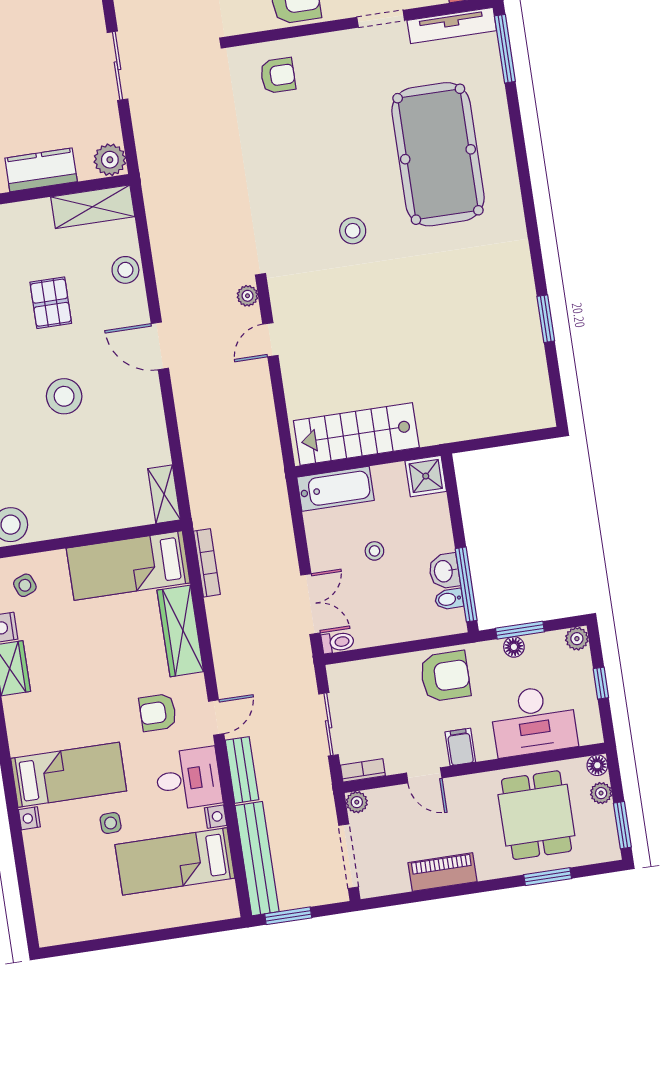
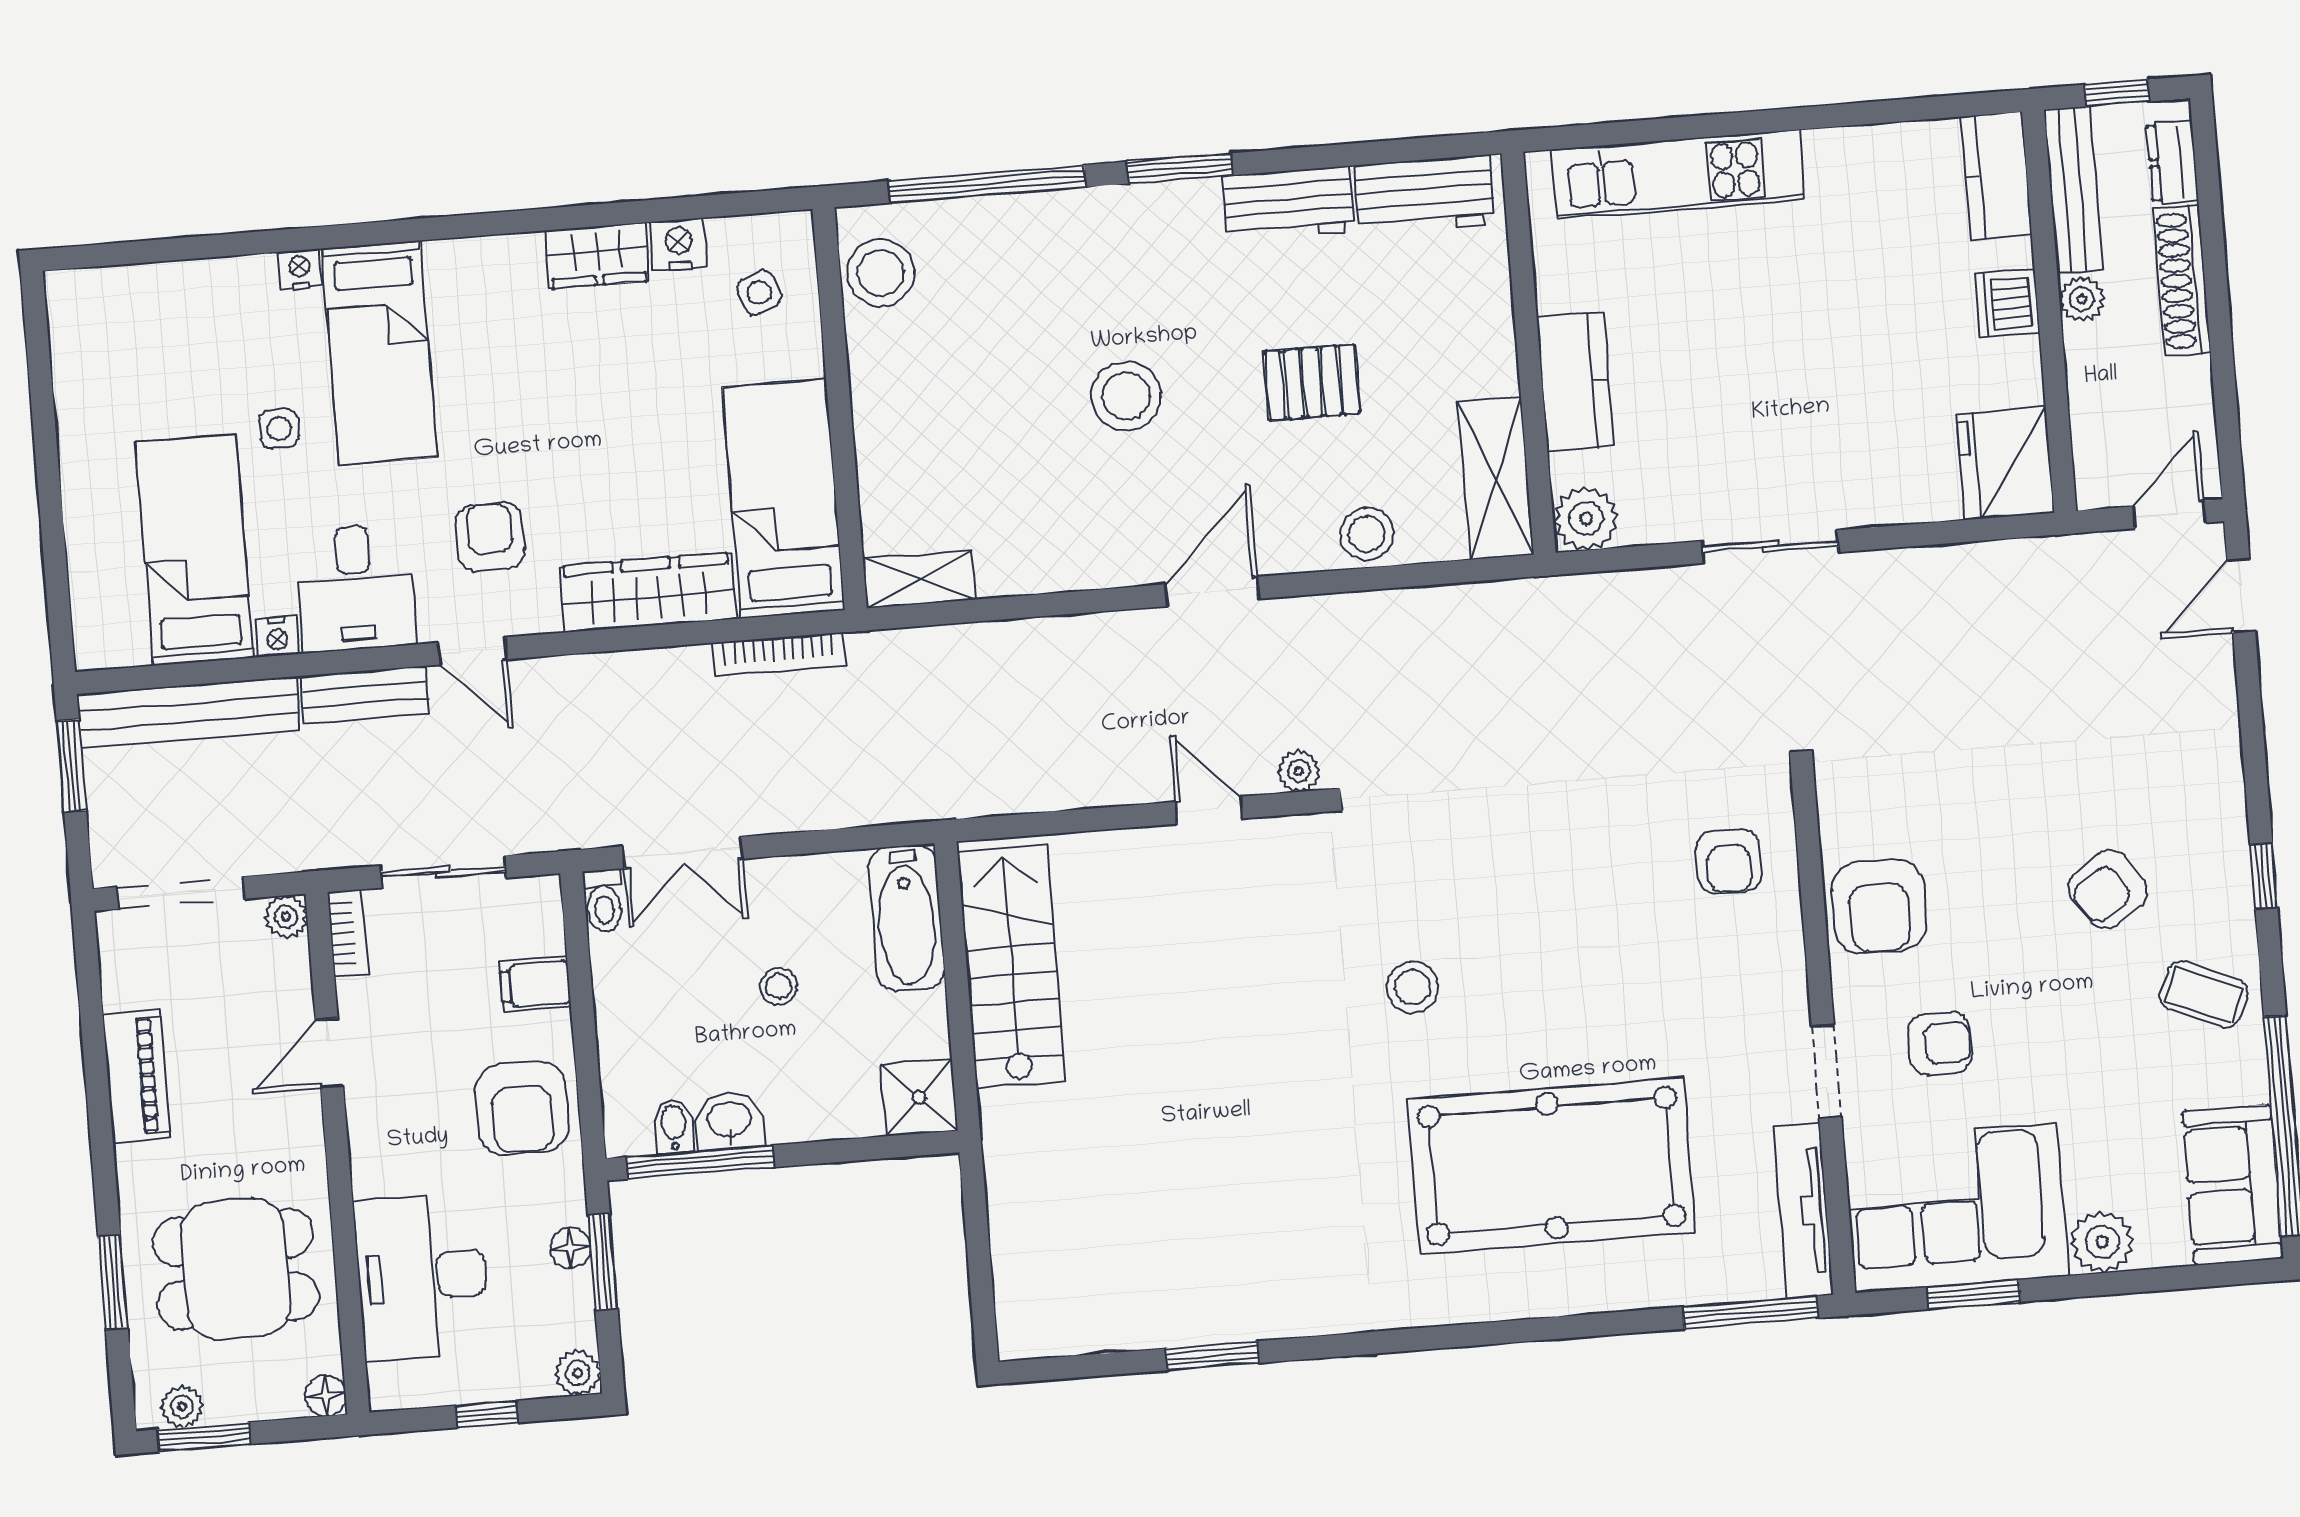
filing cabinet: (460, 747) -> (535, 984), moved, turned 180
plant: (601, 793) -> (182, 1406), moved

